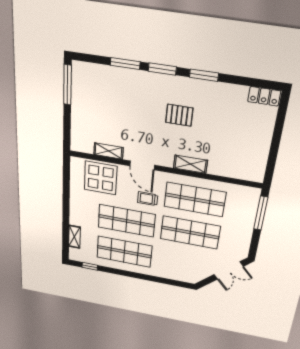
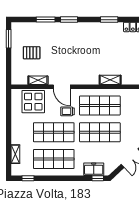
window: (204, 75) -> (109, 20), moved
window: (67, 85) -> (9, 39), width x0.69
pallet: (179, 115) -> (32, 53), moved
shelving: (190, 164) -> (110, 80), moved
freezer: (176, 273) -> (94, 169), added
window: (180, 284) -> (98, 178), added

